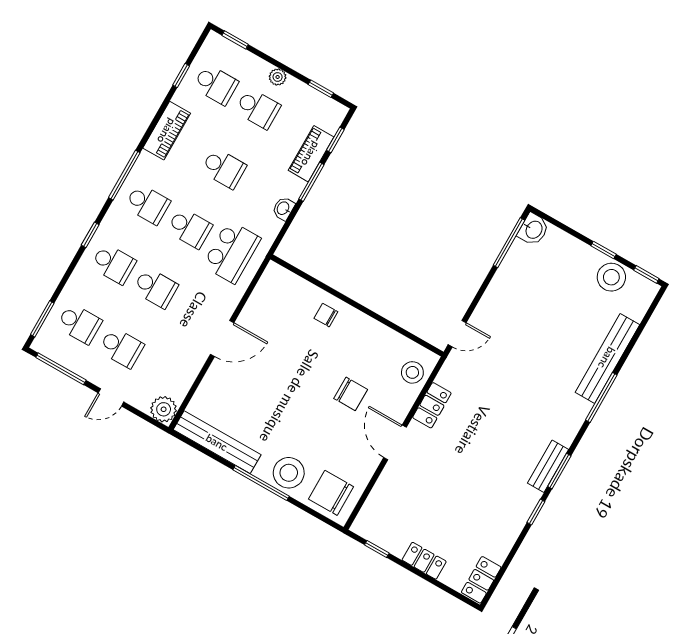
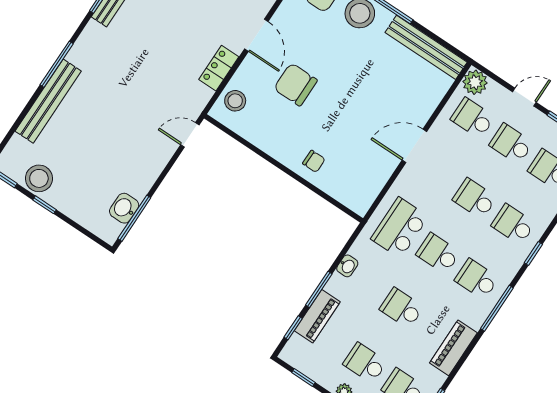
washbasin: (533, 229) -> (124, 208), moved
school desk: (163, 372) -> (473, 118), added
chair: (351, 394) -> (295, 84), width x1.37, depth x1.37

